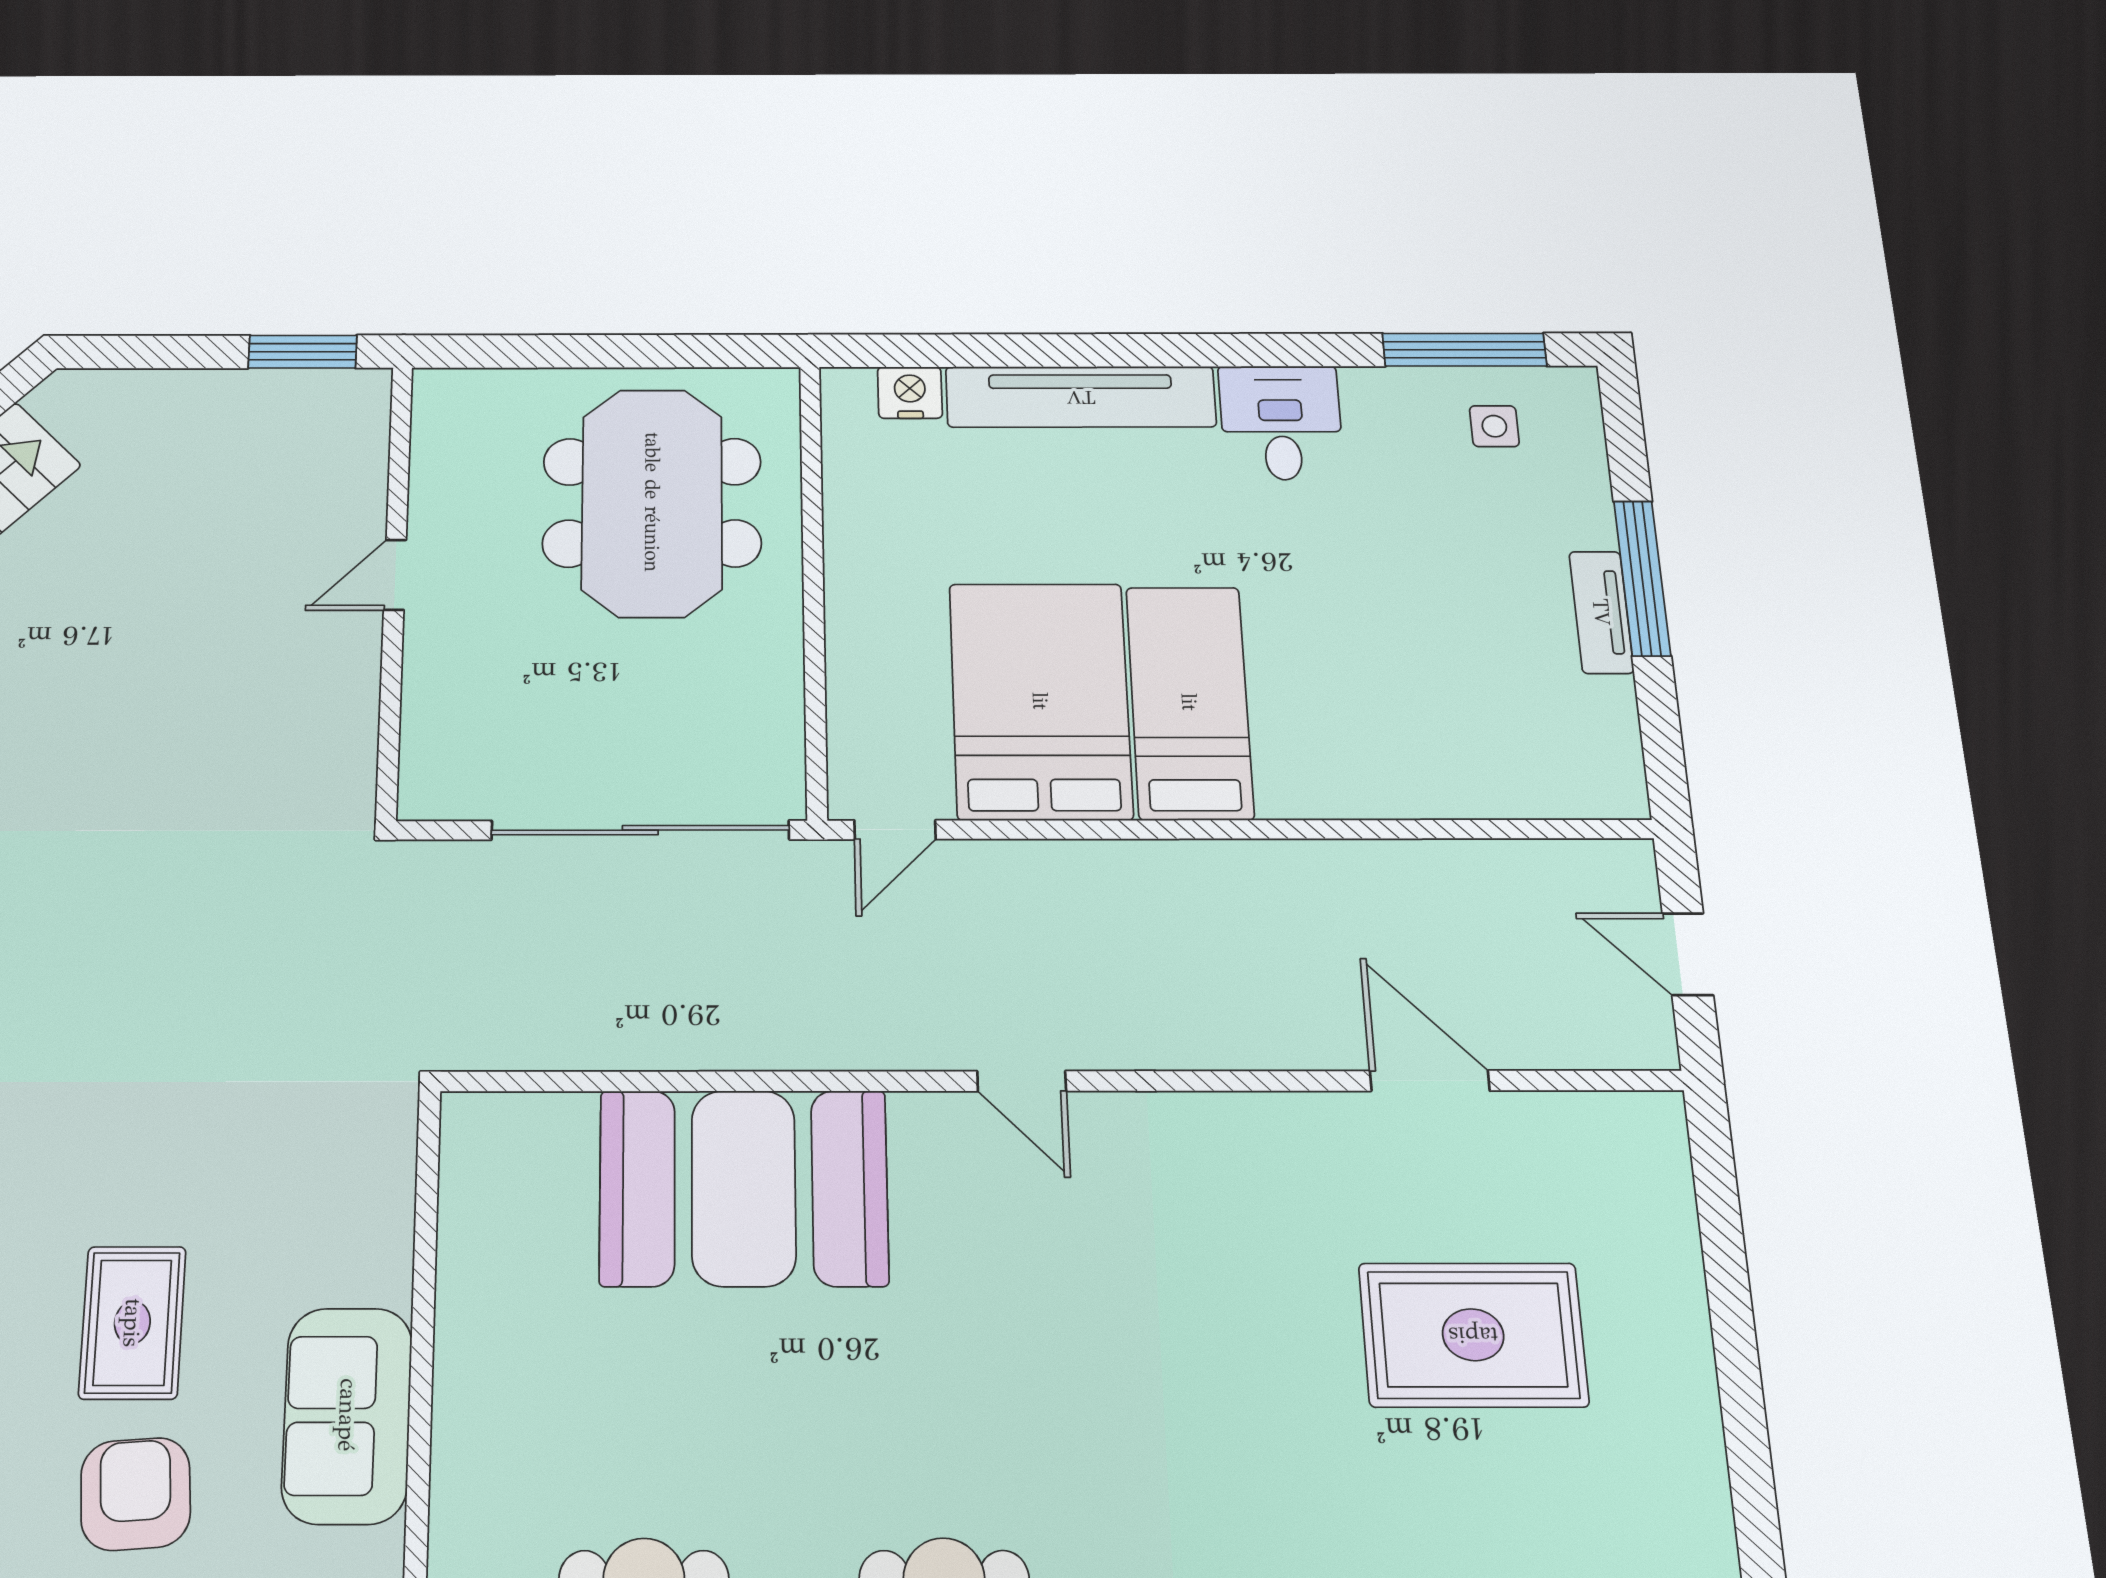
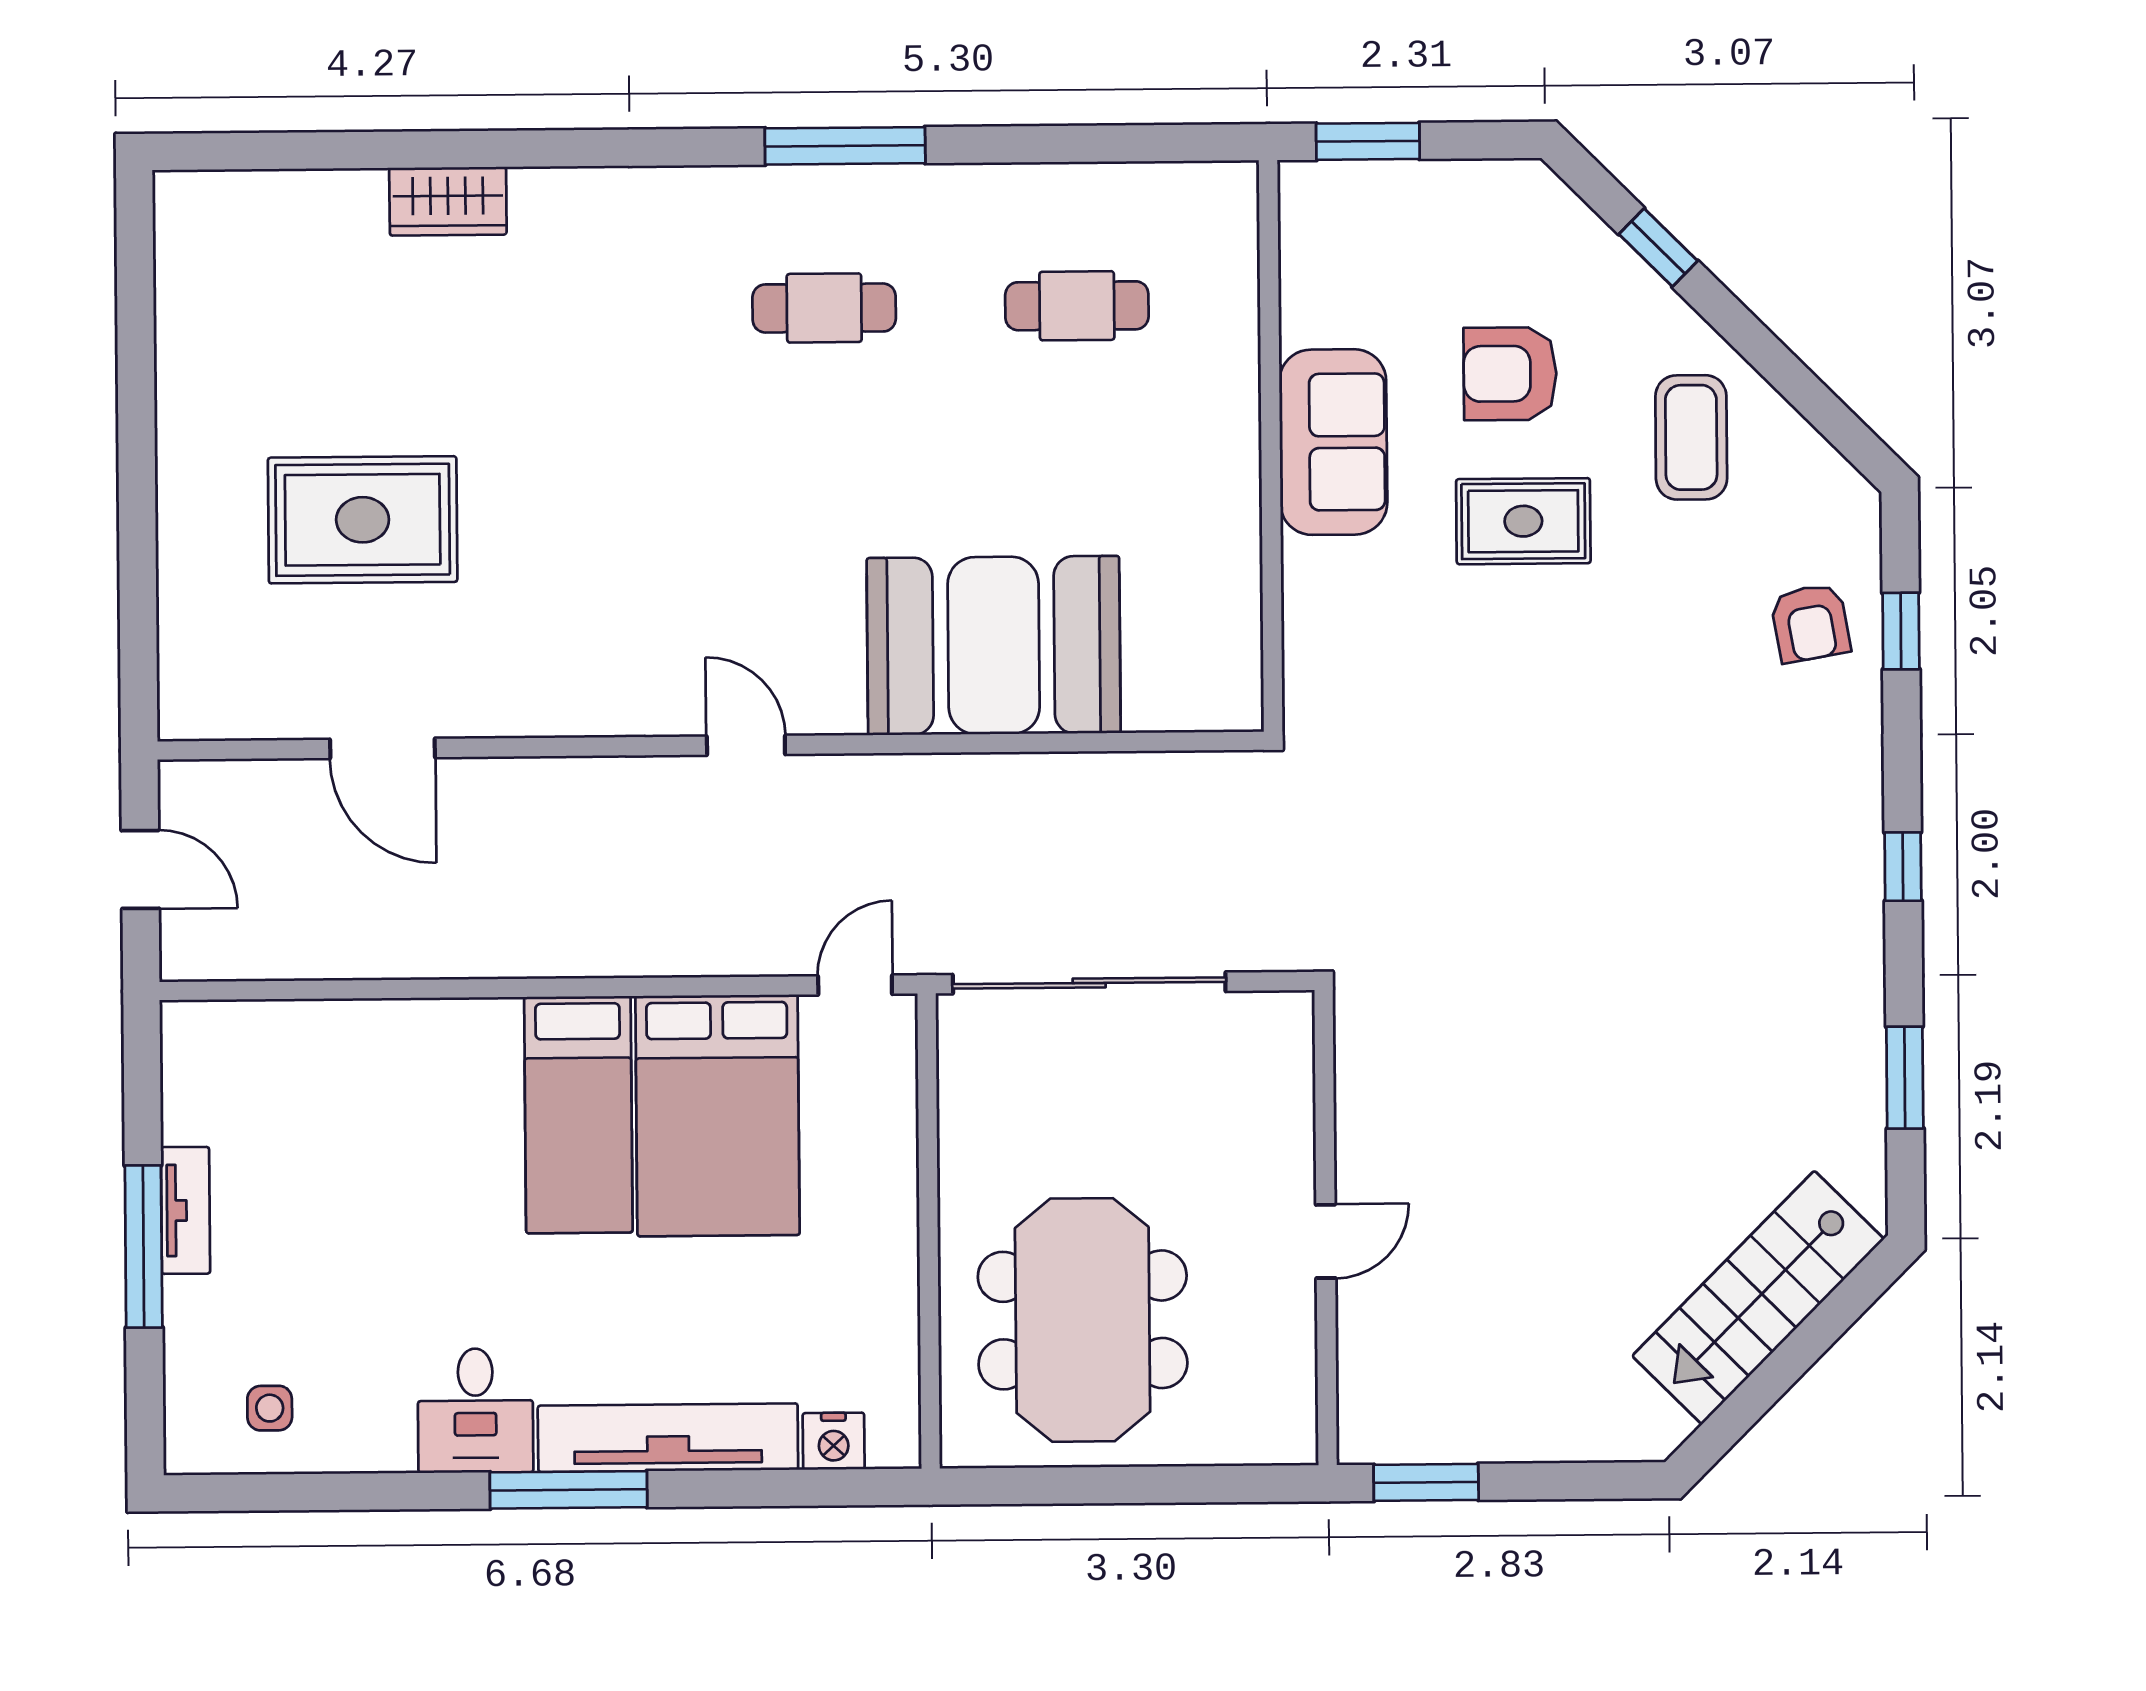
window: (1464, 350) -> (569, 1490), moved
rug: (132, 1323) -> (1523, 521), turned 90
armchair: (136, 1494) -> (1510, 374), turned 94

